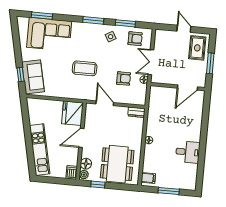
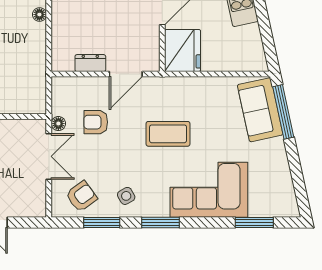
corner sofa: (49, 34) -> (209, 190), moved
armchair: (135, 39) -> (81, 196), turned 144
window: (21, 75) -> (283, 112), width x2.17
door: (105, 103) -> (126, 74), hinge flipped
dresser: (137, 112) -> (90, 63), moved

